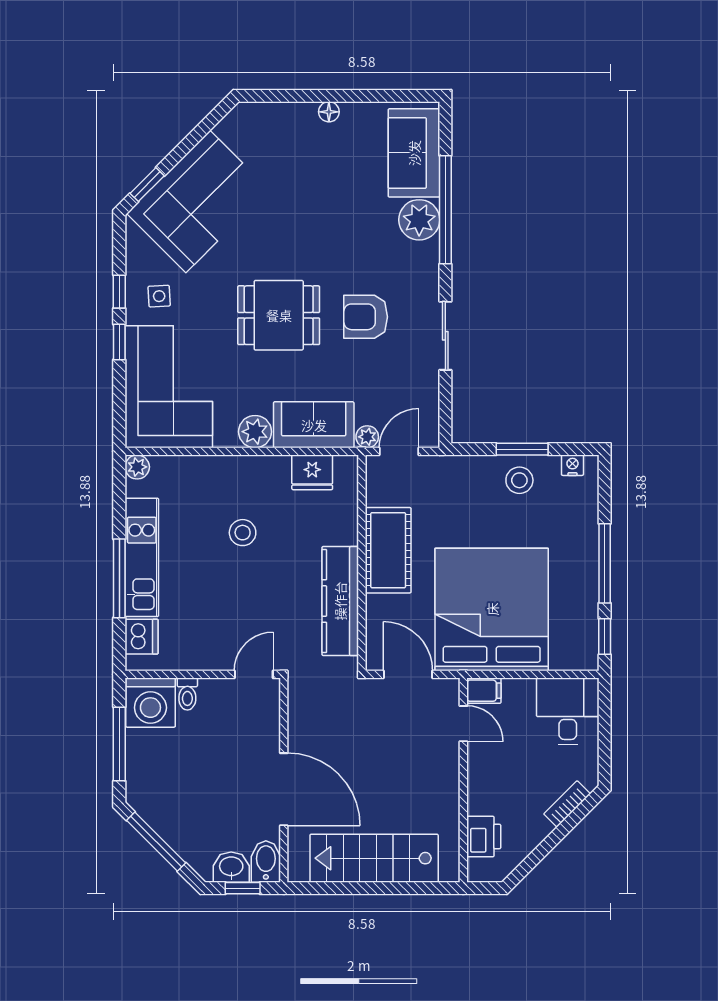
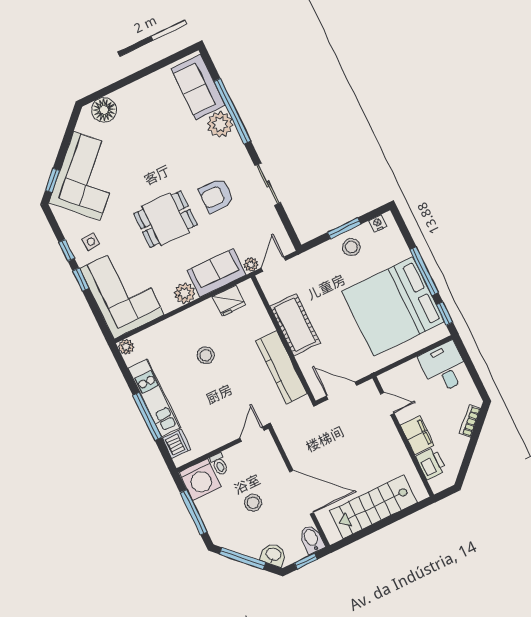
floor lamp: (329, 112) -> (104, 110), moved, width x1.89, depth x1.89
bed: (492, 609) -> (393, 307), moved, turned -90
filing cabinet: (484, 691) -> (417, 435), moved, width x2.00
stool: (209, 771) -> (253, 503), added
washbasin: (231, 867) -> (273, 555), moved, turned 45

